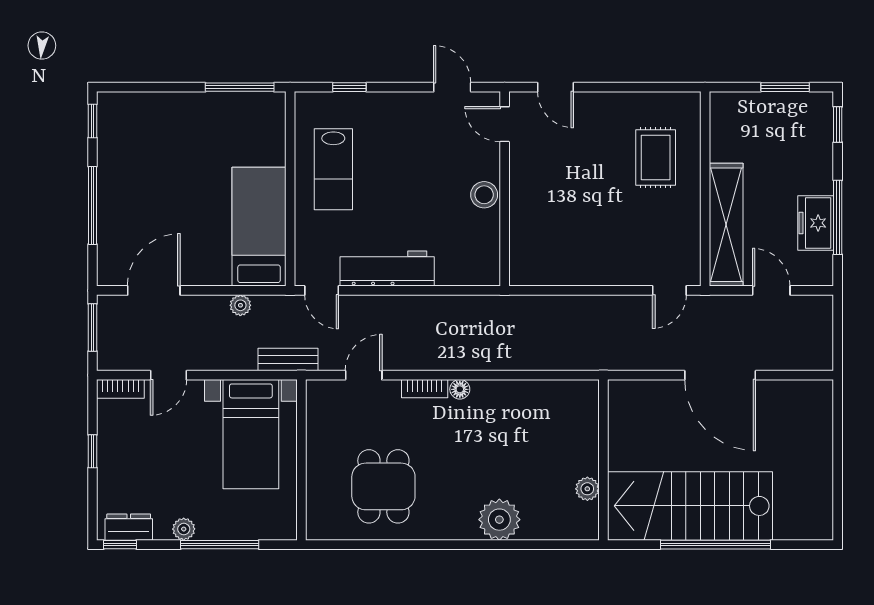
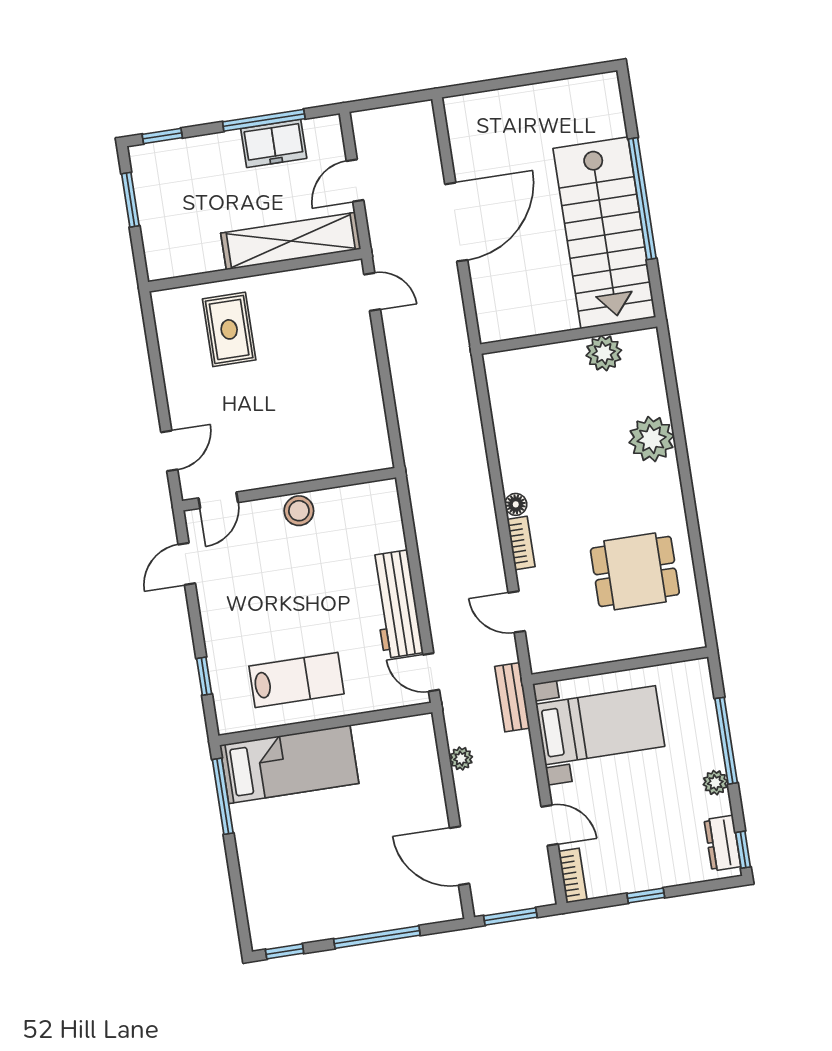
rug: (656, 157) -> (229, 329), turned 90
bed: (259, 227) -> (289, 764), moved, turned 180
door: (322, 290) -> (431, 672), swing flipped
plant: (587, 489) -> (604, 353), width x1.38, depth x1.38

